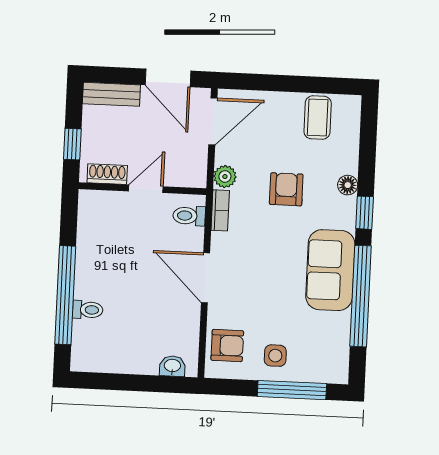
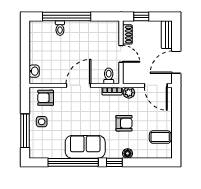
armchair: (227, 345) -> (46, 98), turned 90

